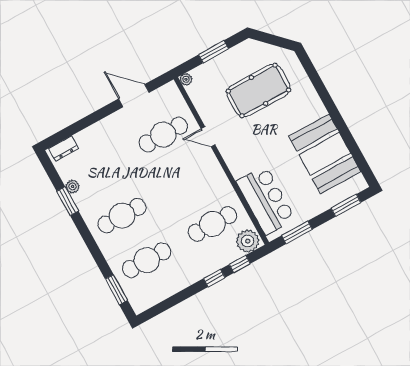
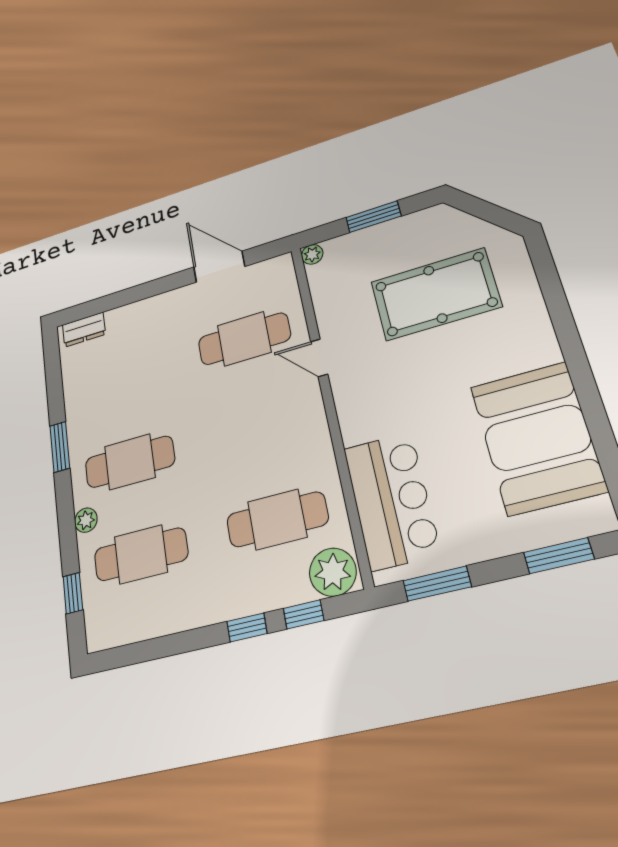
plant: (73, 186) -> (86, 520), moved
window: (68, 201) -> (60, 447), moved
window: (116, 290) -> (73, 593), width x0.67

